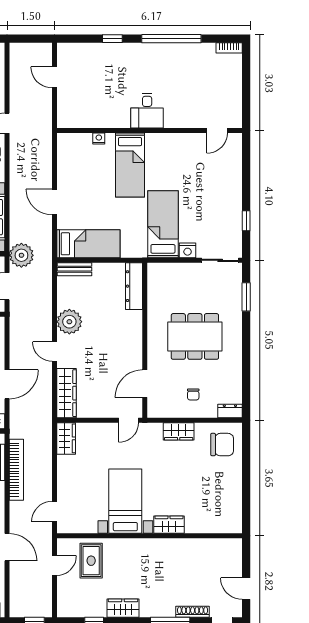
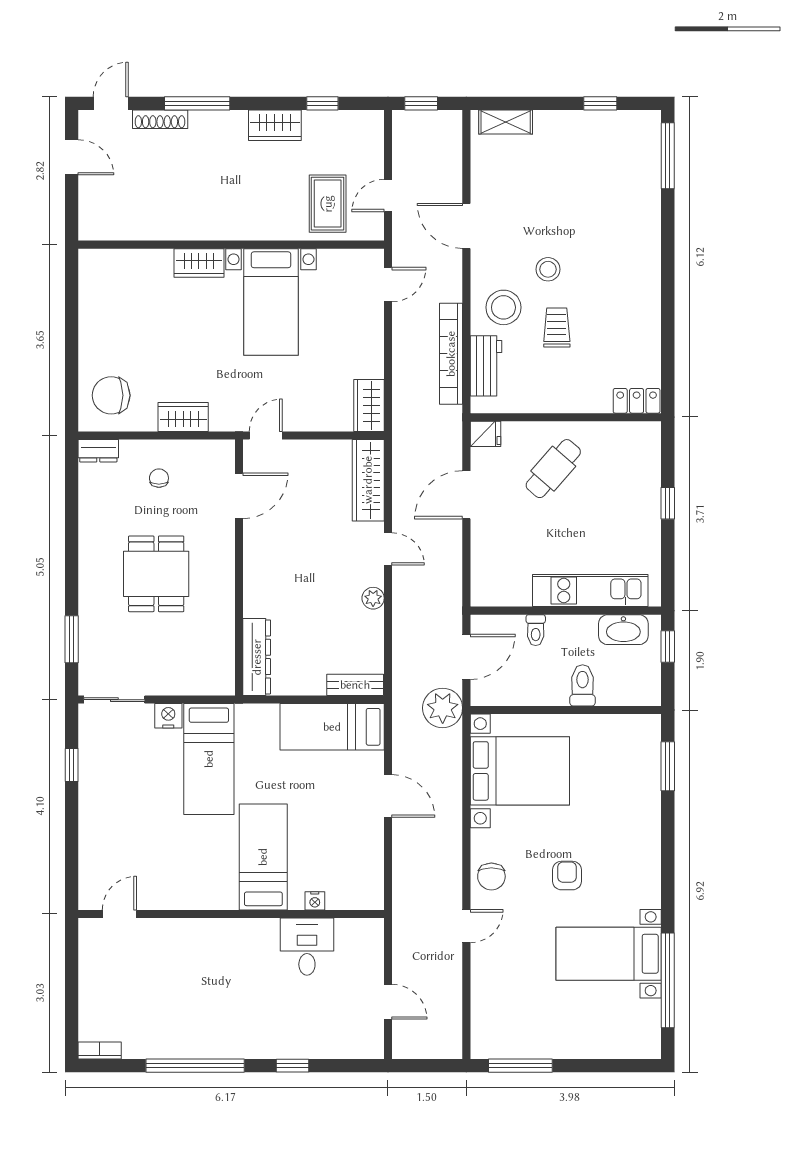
desk: (147, 111) -> (307, 947), moved
plant: (69, 322) -> (373, 598), width x0.53, depth x0.53
dining table: (195, 336) -> (156, 574), width x0.73

